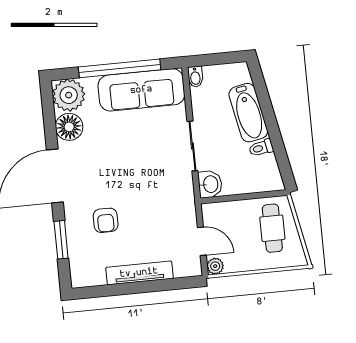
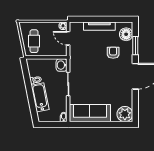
window: (120, 68) -> (99, 124), removed
floor lamp: (69, 127) -> (126, 34), moved

